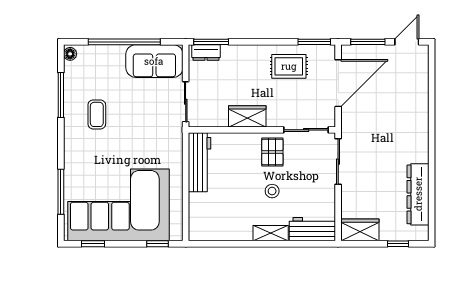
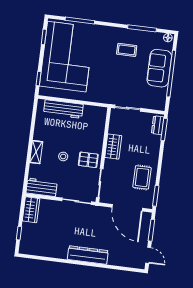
sofa: (154, 61) -> (159, 68), moved
workbench: (200, 162) -> (63, 109), moved
dresser: (418, 194) -> (88, 255), moved
workbench: (312, 229) -> (42, 187), moved, turned -90

